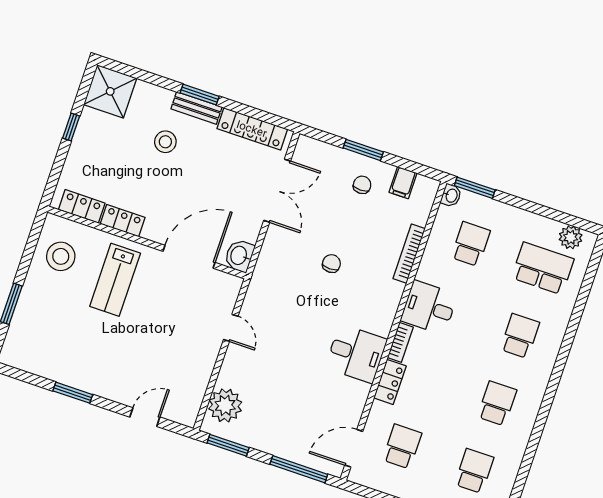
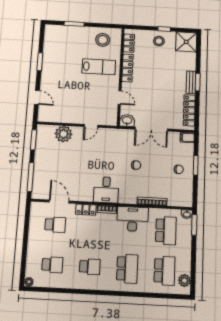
stool: (165, 142) -> (159, 41), moved
filing cabinet: (403, 183) -> (187, 137), moved
double door: (277, 191) -> (151, 129), moved
locker: (123, 221) -> (127, 68), width x1.53
school desk: (471, 244) -> (166, 231), width x1.85
door: (189, 257) -> (120, 97), width x0.53
lab bench: (115, 280) -> (99, 67), turned 180
desk: (429, 308) -> (132, 219), width x1.37
school desk: (520, 336) -> (127, 269), width x1.85
desk: (356, 354) -> (106, 190), moved
plant: (225, 405) -> (64, 134), moved
door: (354, 448) -> (59, 202), moved

